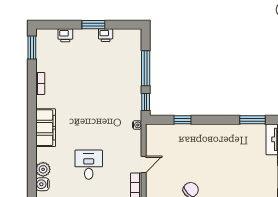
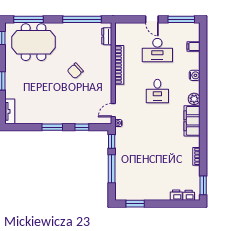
window: (93, 25) -> (135, 204), moved
printer: (106, 35) -> (189, 195), moved
window: (252, 120) -> (52, 127), moved
door: (144, 164) -> (113, 110), moved
plant: (43, 169) -> (194, 99), moved

